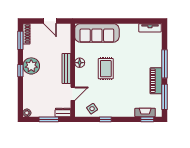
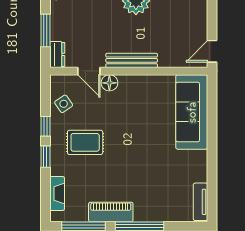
door: (50, 21) -> (212, 51), moved
floor lamp: (80, 63) -> (109, 83), moved
rug: (106, 69) -> (85, 142), moved
window: (147, 119) -> (45, 157), moved

